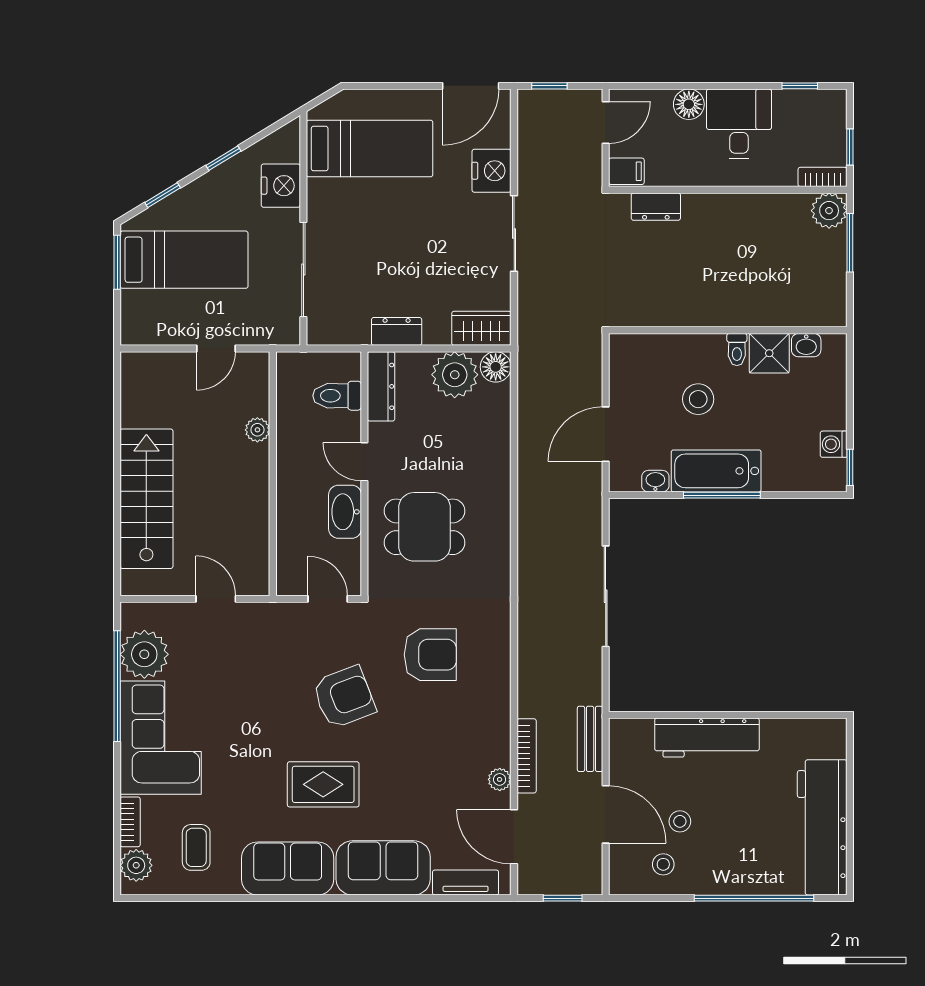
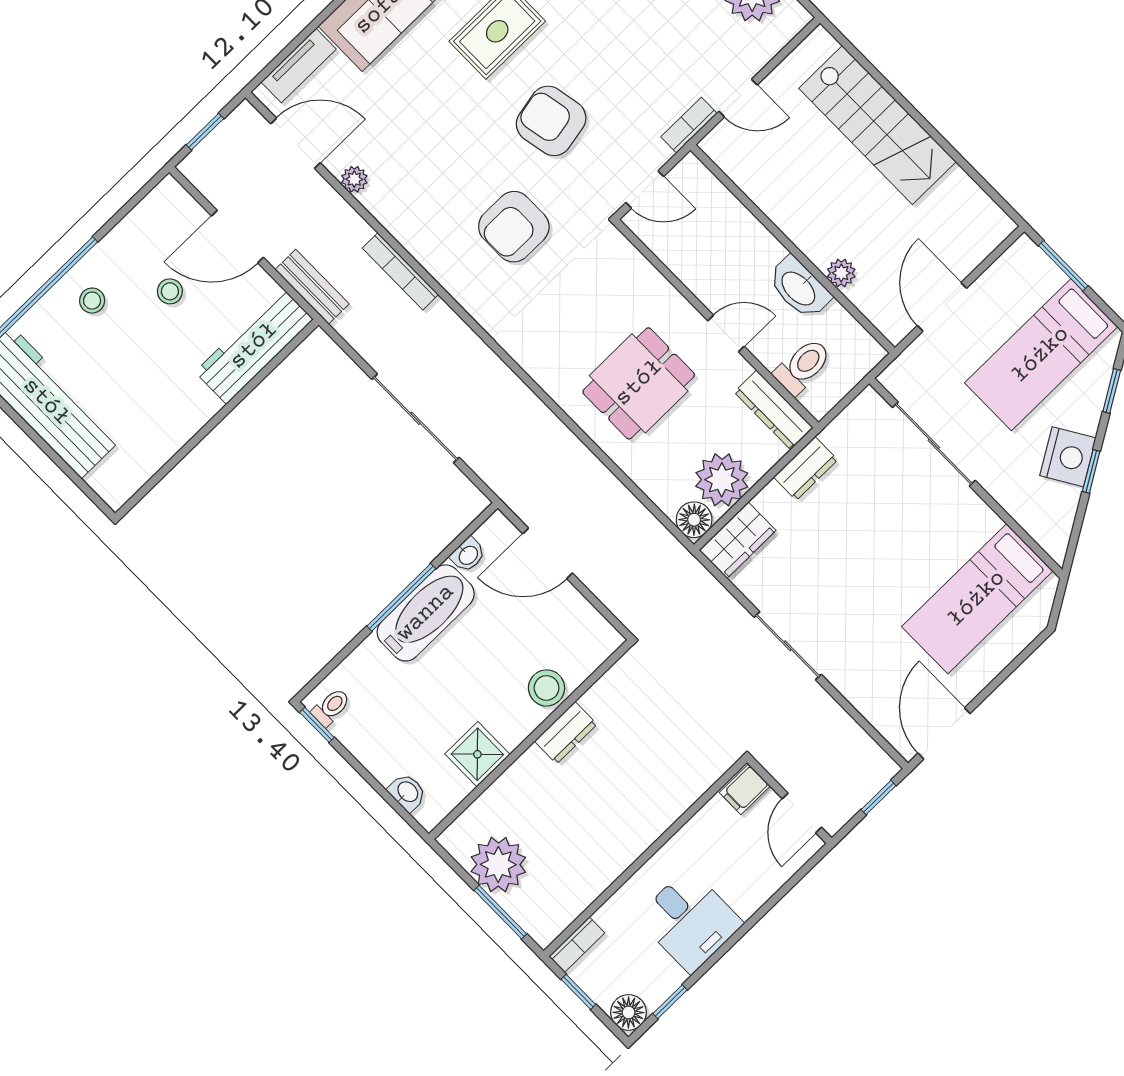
floor lamp: (689, 104) -> (629, 1012), moved
nightstand: (492, 171) -> (858, 680), removed
nightstand: (281, 186) -> (1068, 457), moved, turned -121
dresser: (656, 207) -> (566, 733), moved, turned 180
plant: (829, 211) -> (498, 865), moved, width x1.36, depth x1.36
window: (117, 262) -> (1063, 266), moved
washbasin: (806, 345) -> (407, 792), moved, turned 90
door: (216, 349) -> (942, 307), width x1.38
toilet: (737, 349) -> (331, 707), moved, turned 90
stool: (698, 399) -> (547, 688), moved
door: (606, 434) -> (548, 553), swing flipped
washing machine: (834, 444) -> (349, 731), removed
washbasin: (345, 512) -> (799, 288), moved, turned 180
dining table: (424, 527) -> (639, 383), moved
bookcase: (262, 612) -> (689, 125), added
armchair: (344, 697) -> (551, 121), turned 100
workbench: (707, 738) -> (254, 346), moved
bookcase: (527, 756) -> (400, 271), moved
stool: (663, 864) -> (92, 301), moved

